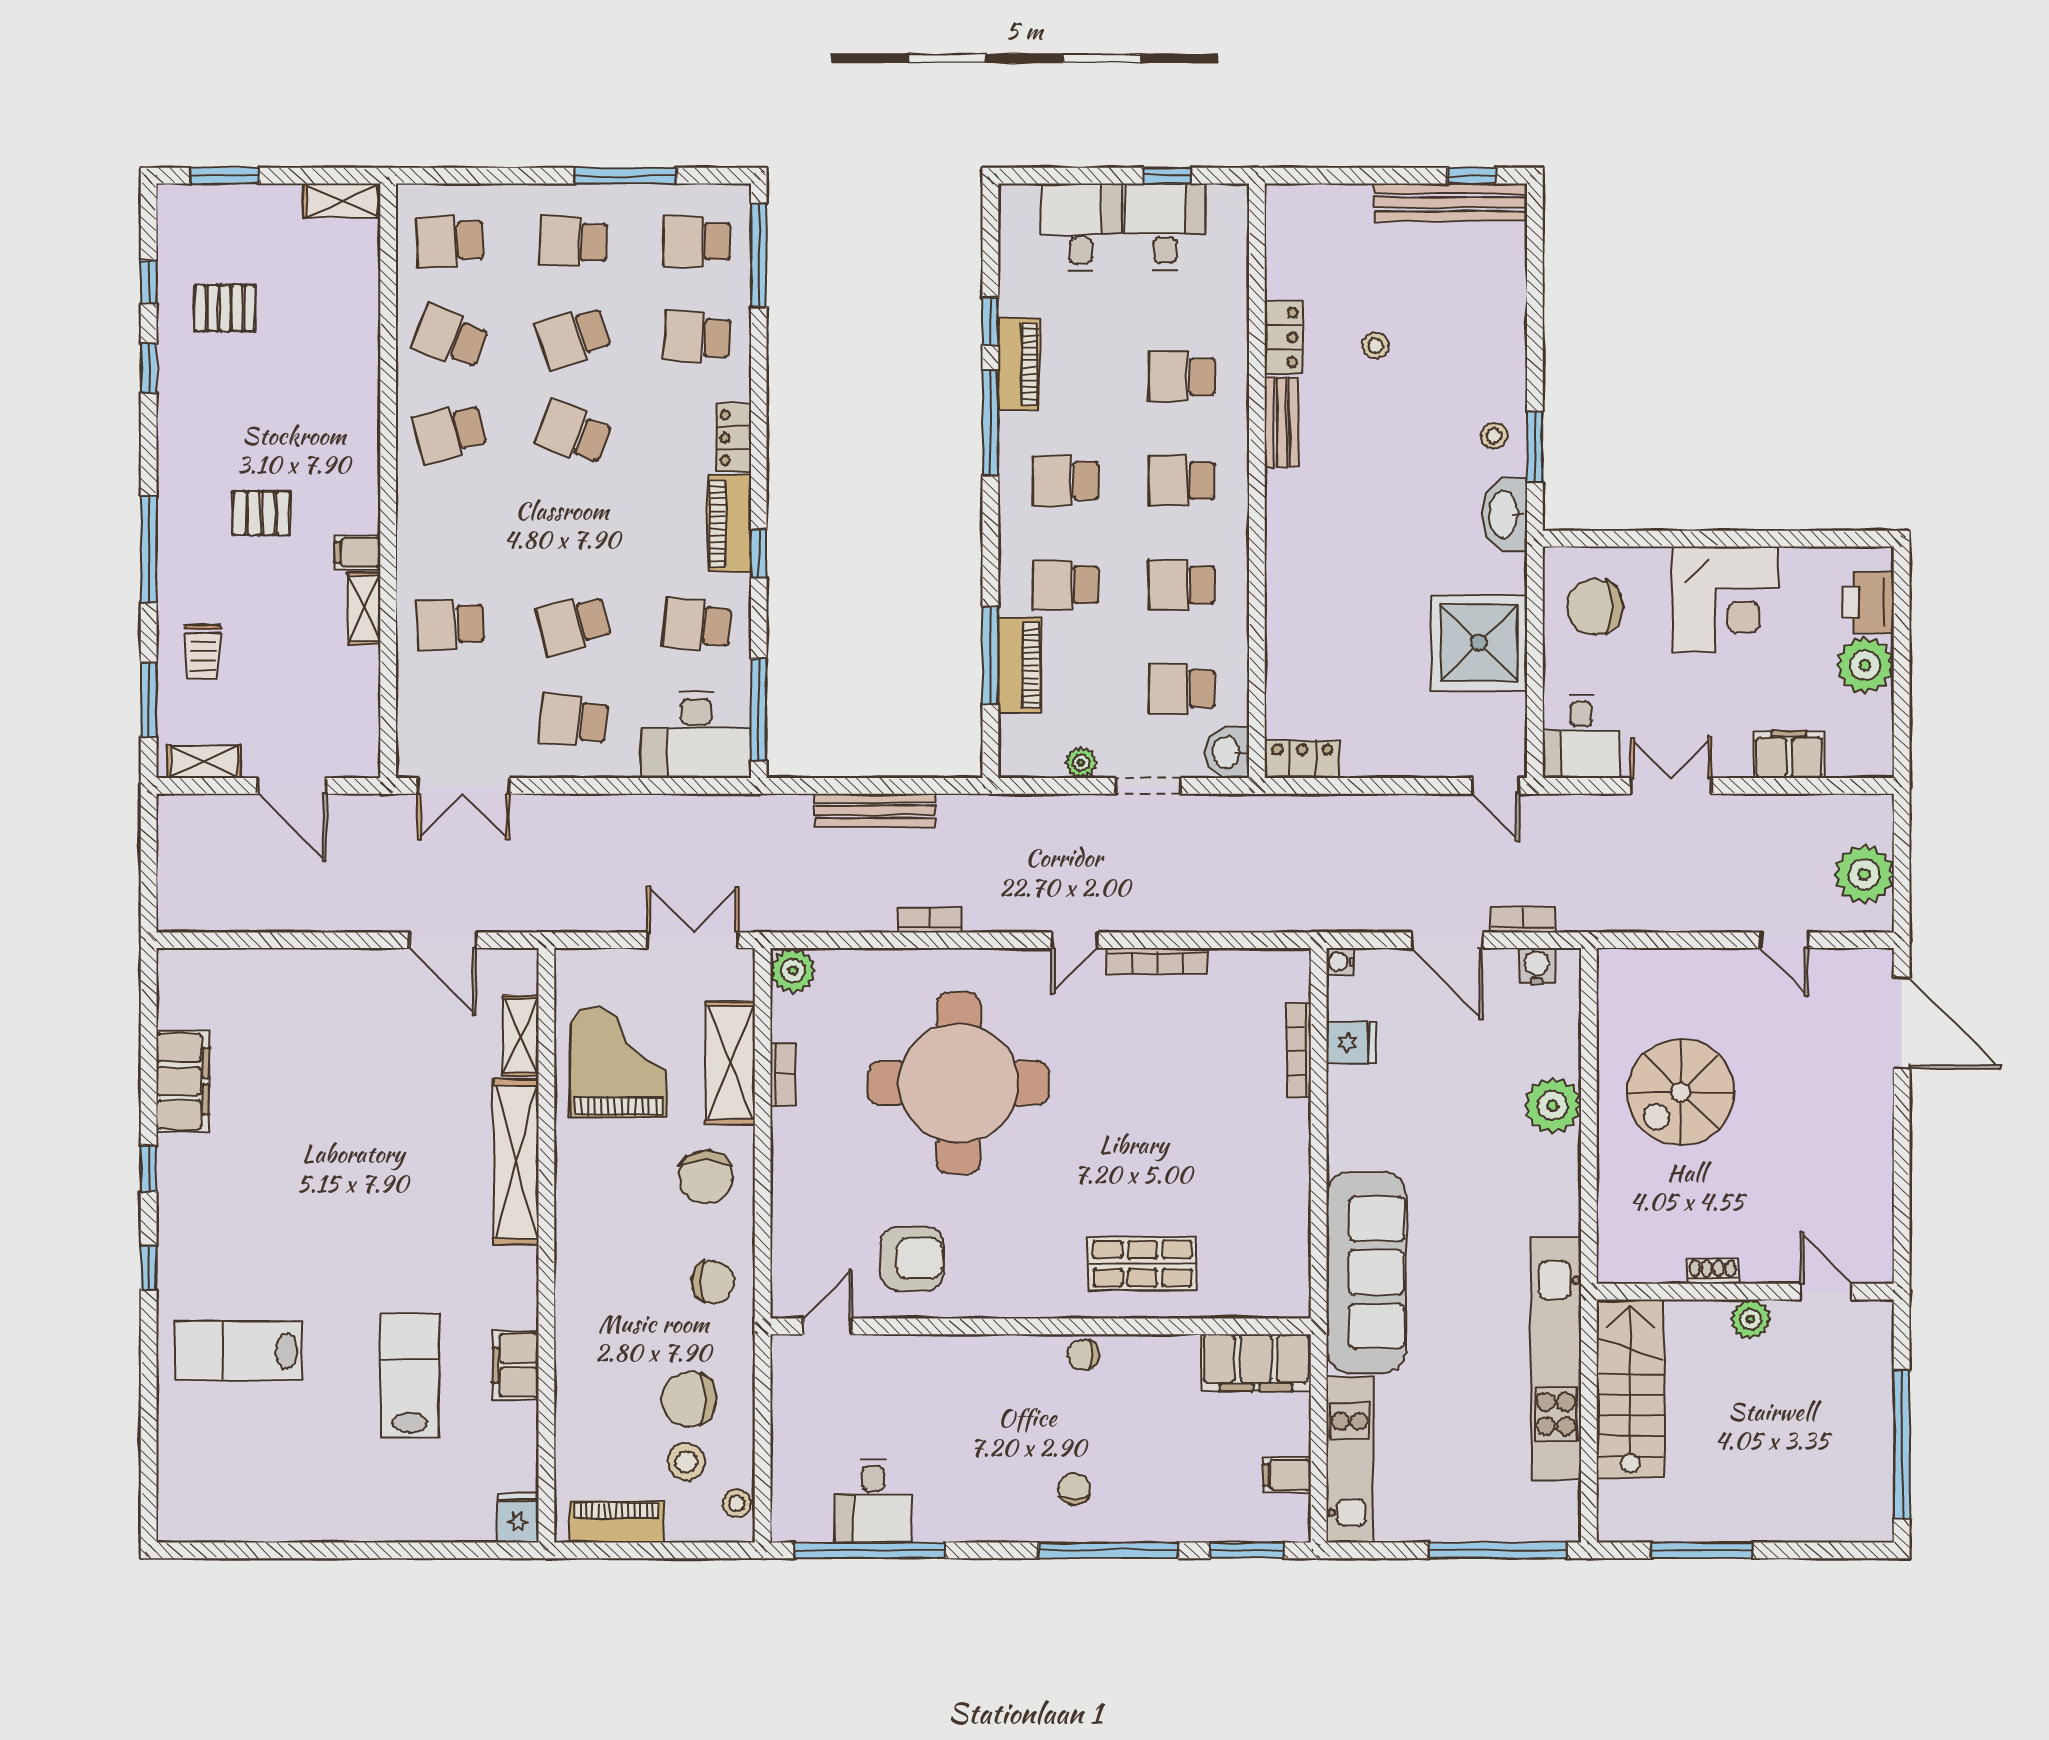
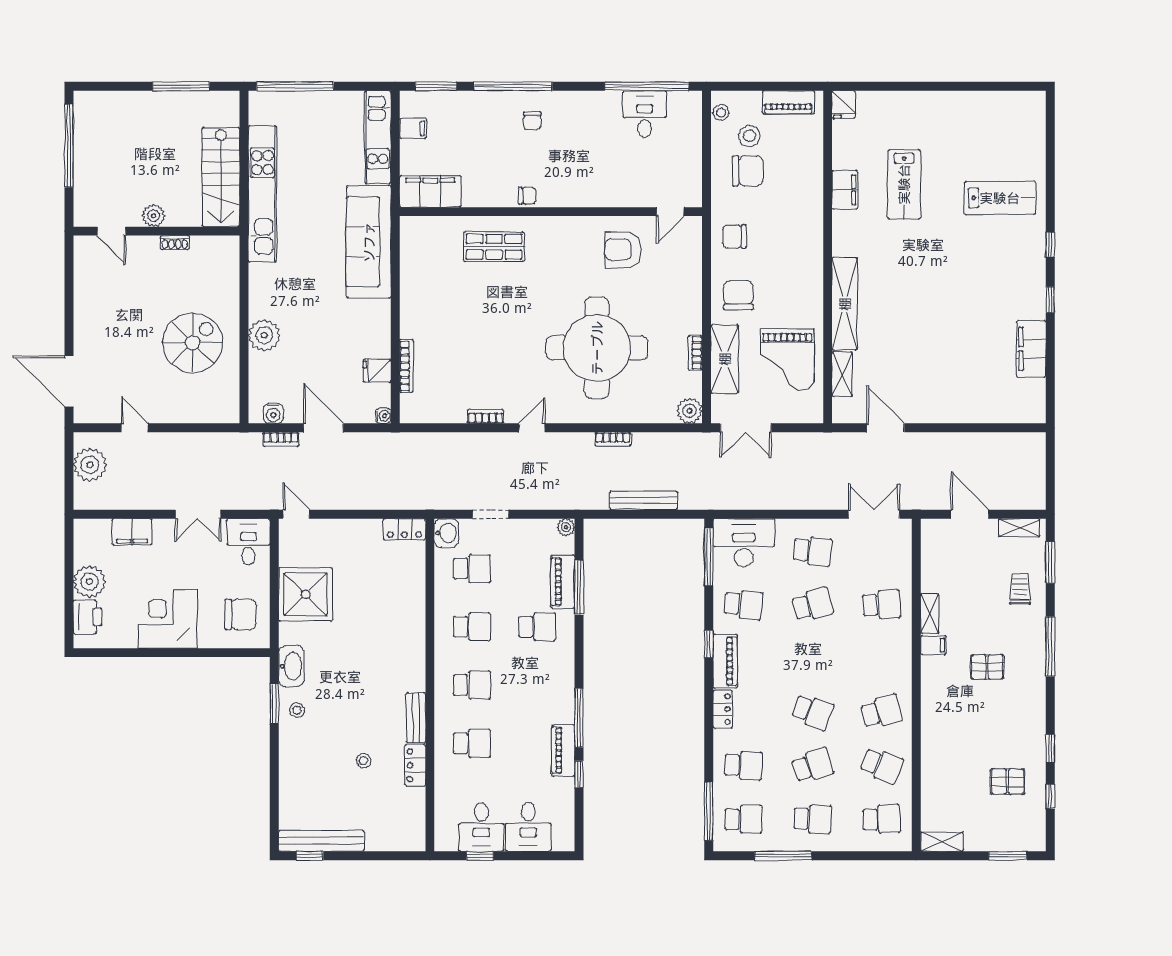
school desk: (1065, 481) -> (537, 685), removed
plant: (1081, 763) -> (566, 527), moved
bookcase: (1157, 961) -> (486, 416), width x0.64

